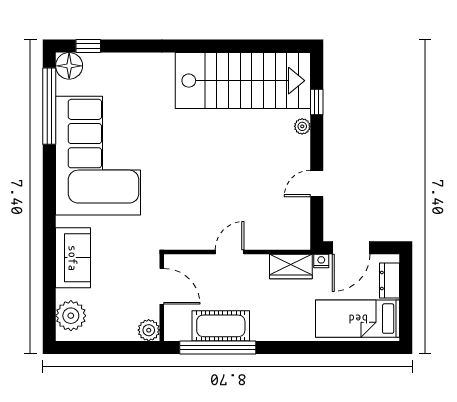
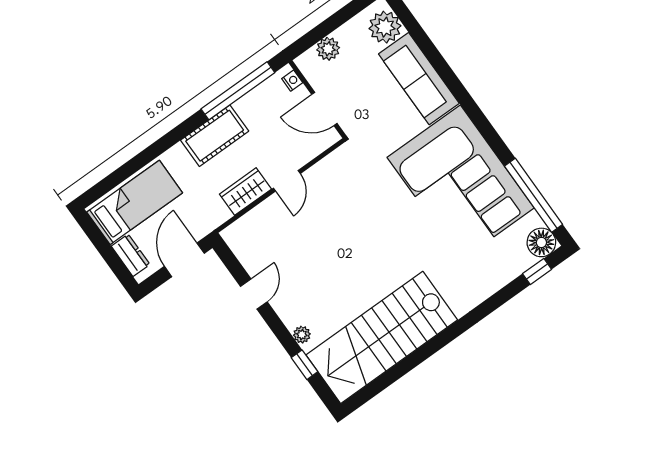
sofa: (73, 258) -> (419, 79), width x1.36
nightstand: (321, 261) -> (292, 81), moved, turned -90
wardrobe: (291, 266) -> (245, 192), moved
cot: (221, 326) -> (215, 136), moved
plant: (149, 330) -> (328, 49), moved

